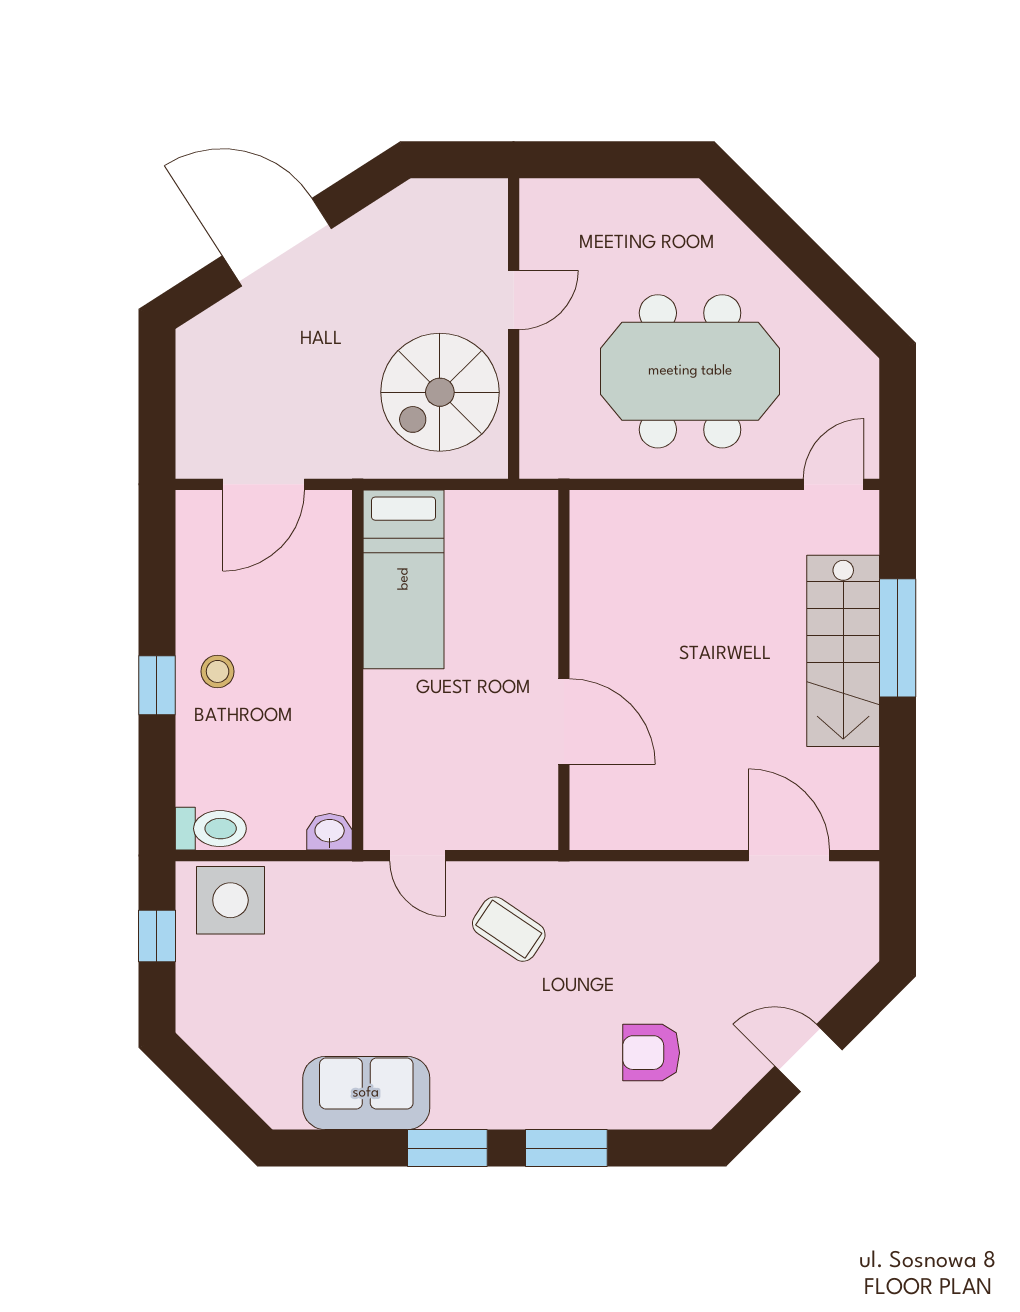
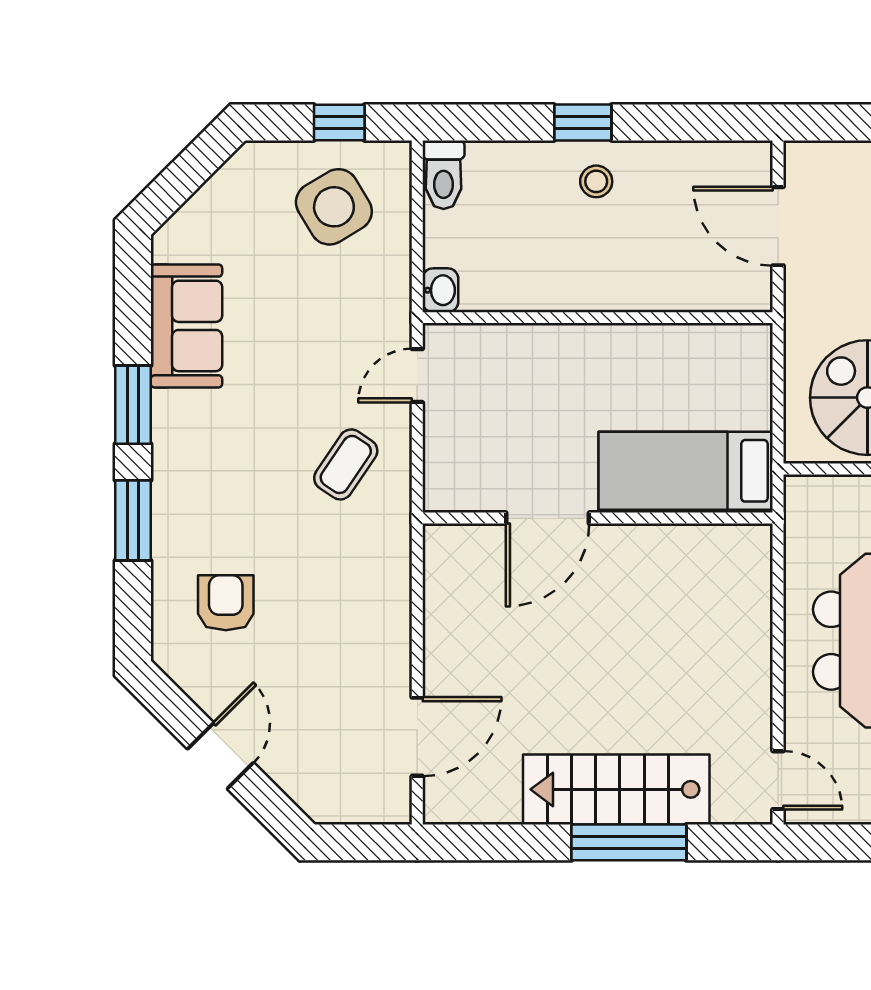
bed: (404, 579) -> (686, 471), moved
side table: (230, 900) -> (334, 207), moved, turned -31

